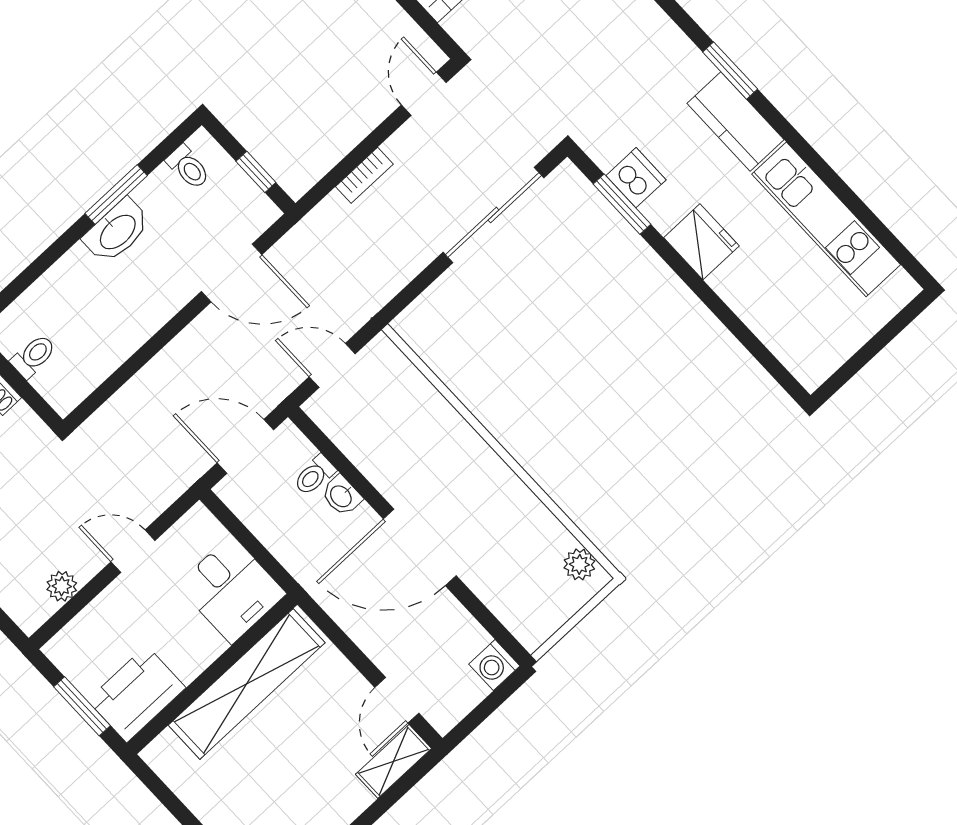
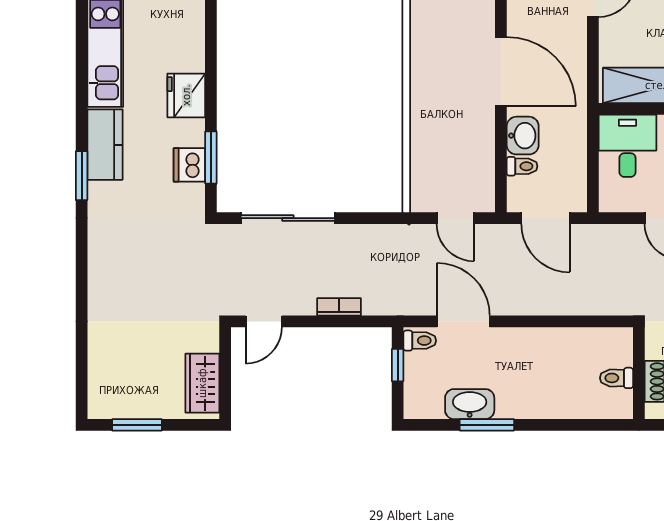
toilet: (188, 167) -> (420, 341), moved, turned 90
washbasin: (117, 231) -> (470, 404), moved
washbasin: (341, 496) -> (523, 136), width x1.38, depth x1.45

